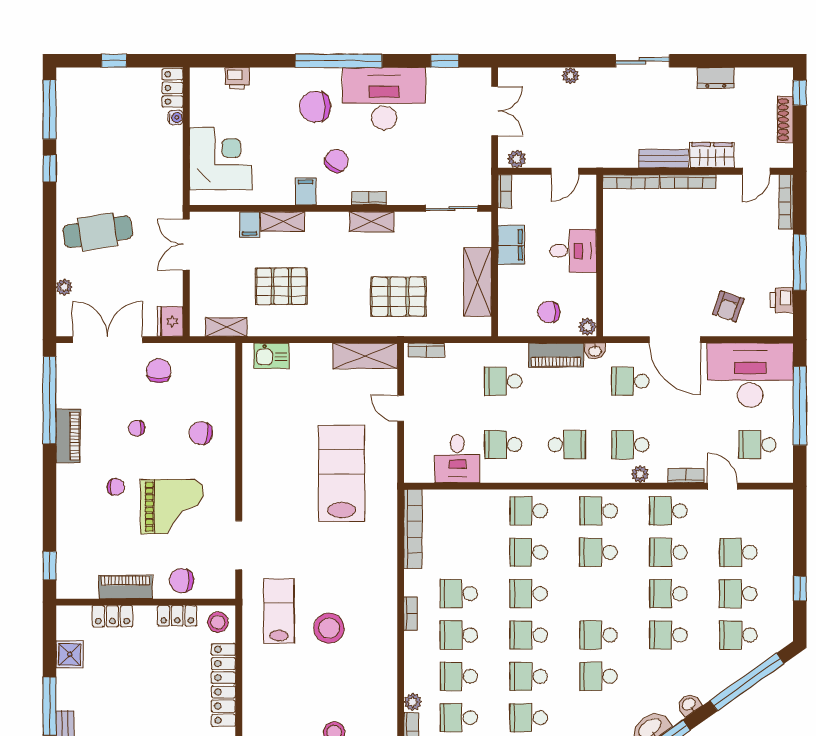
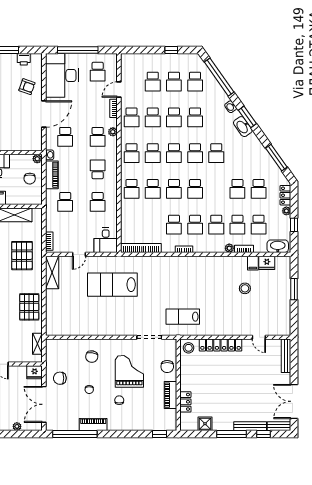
pallet: (281, 286) -> (29, 307), moved
kitchen sink: (272, 356) -> (52, 320), removed
desk: (457, 459) -> (106, 240), moved, turned 90
locker: (177, 616) -> (185, 369), removed
stool: (329, 628) -> (192, 291), removed
school desk: (529, 676) -> (174, 153), moved

